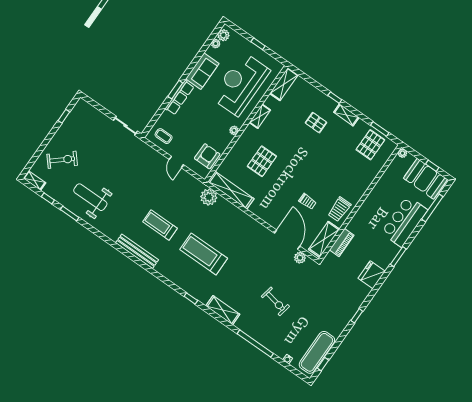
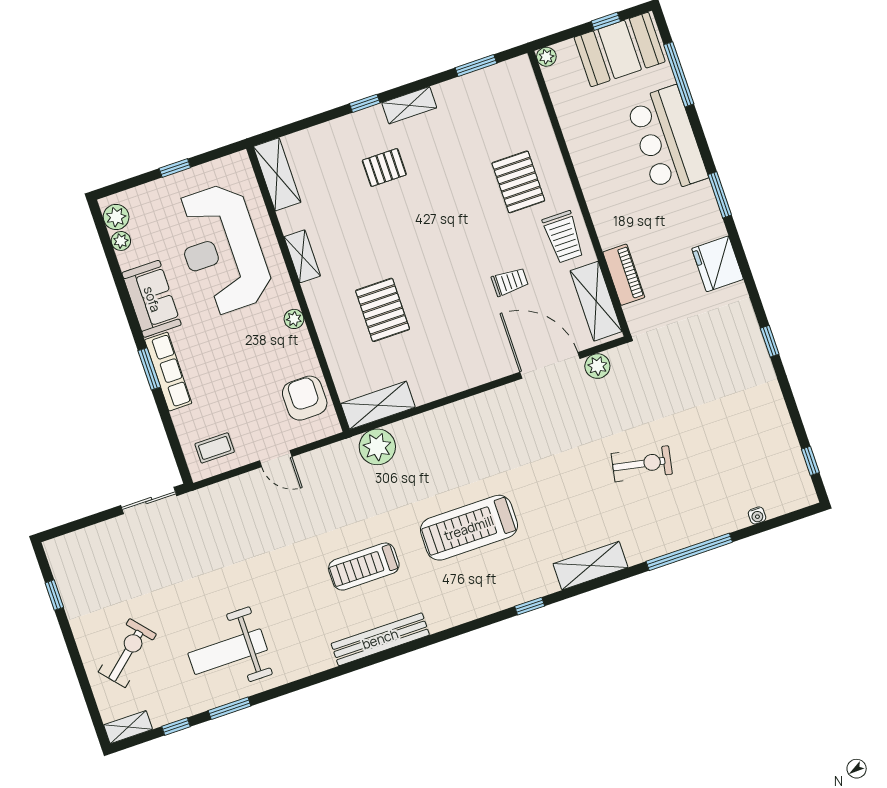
pallet: (370, 145) -> (518, 182), moved
shelving: (231, 190) -> (378, 405), width x0.68
exercise mat: (317, 352) -> (782, 456), removed

